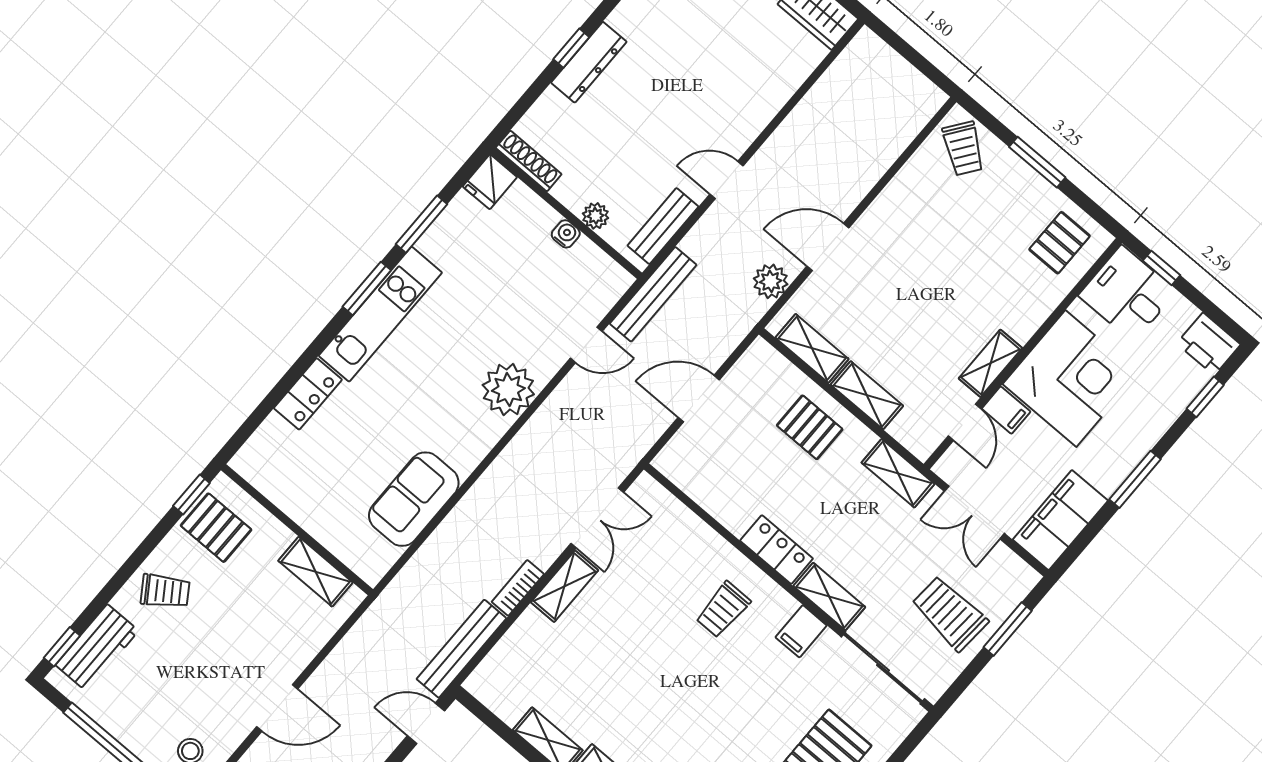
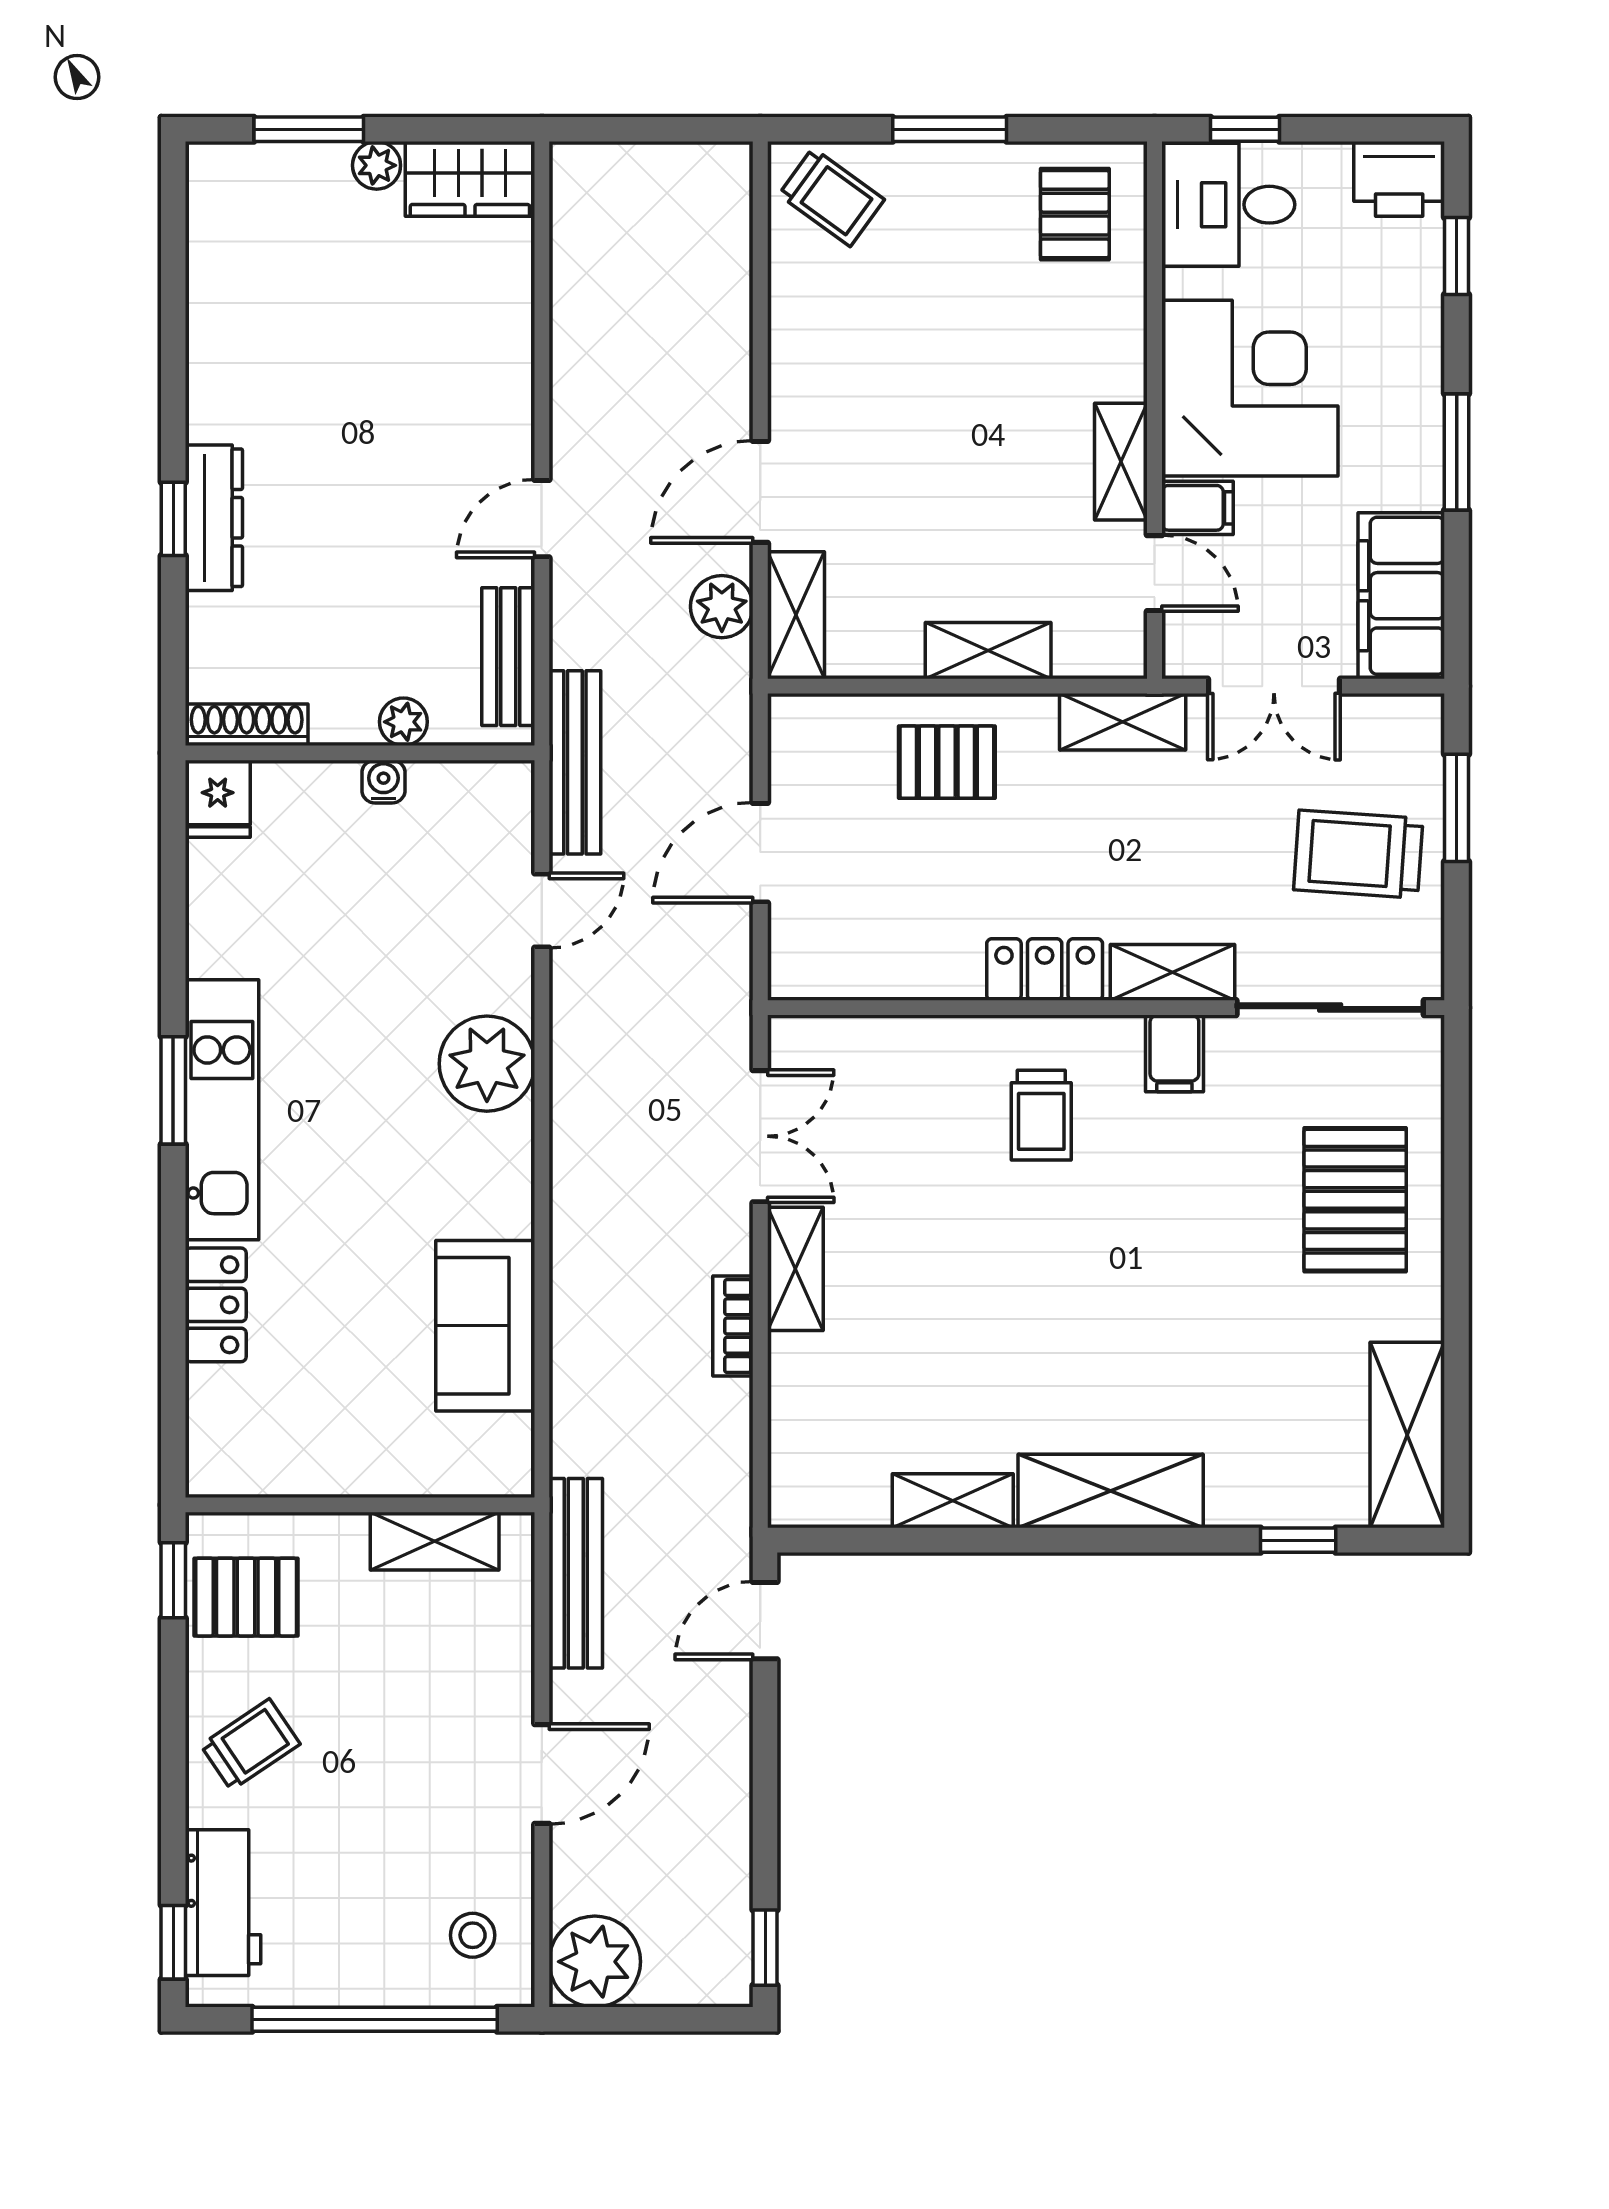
window: (421, 224) -> (173, 938), removed
shelving: (812, 348) -> (796, 615), moved, turned 90
bench: (461, 649) -> (576, 1573), moved

